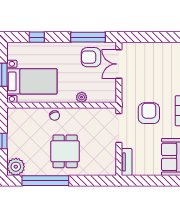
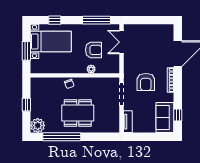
armchair: (91, 57) -> (94, 50), moved, turned 180
bed with nightstands: (32, 81) -> (51, 41), moved
armchair: (149, 113) -> (146, 82), turned 180
dining table: (65, 151) -> (78, 113), width x1.38

